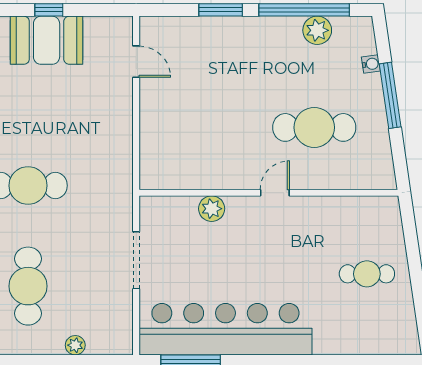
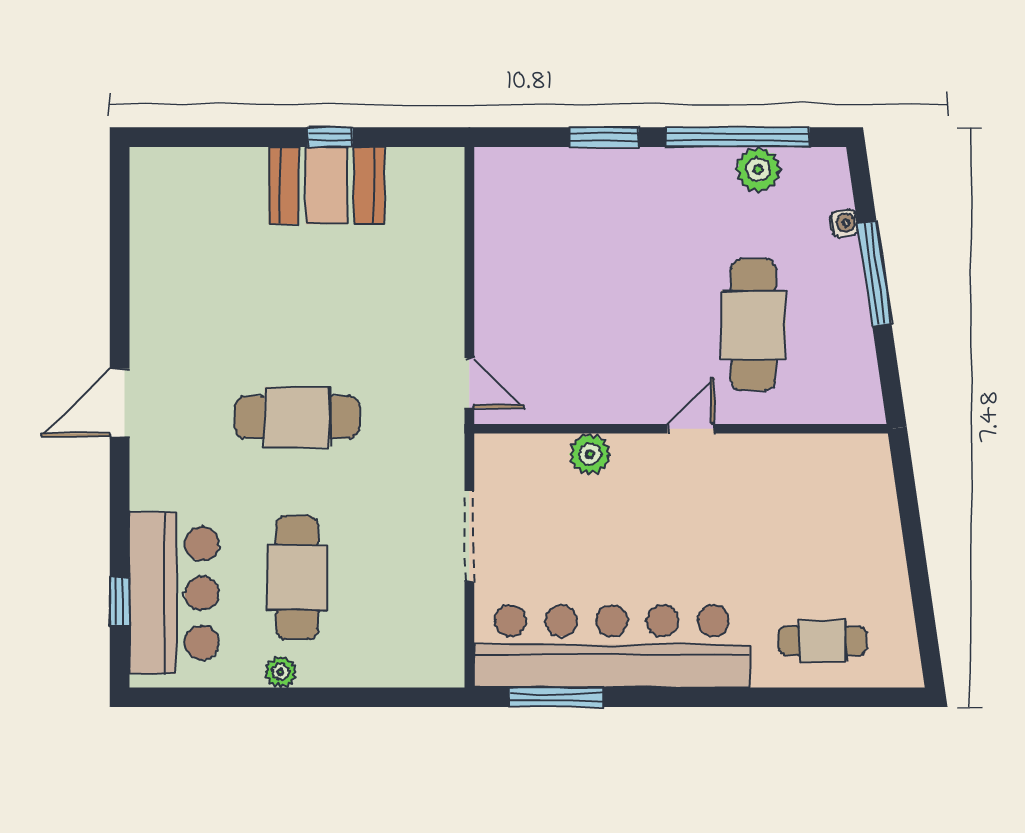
door: (136, 62) -> (469, 383), moved
cafe table: (314, 127) -> (753, 325), turned 90
cafe table: (367, 274) -> (823, 641), moved
plant: (75, 345) -> (281, 672), moved

